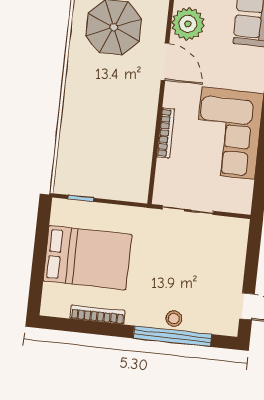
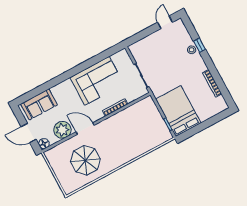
door: (165, 62) -> (85, 129), hinge flipped
bed: (87, 258) -> (178, 111), moved
window: (172, 336) -> (199, 45), width x0.32

